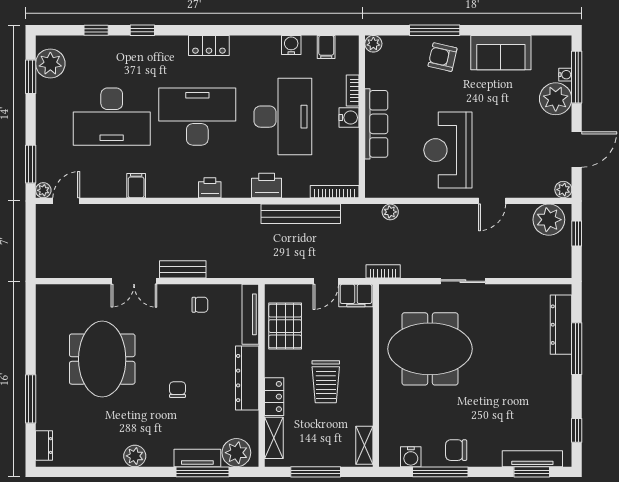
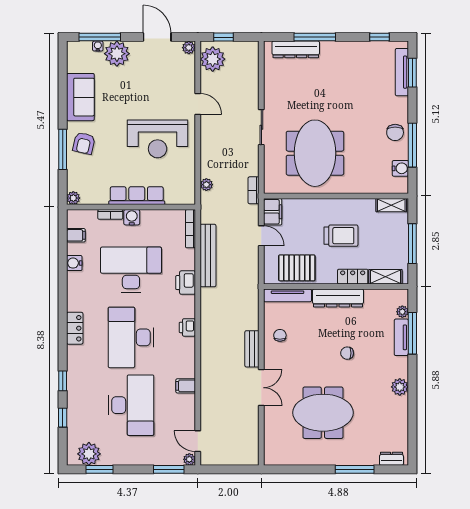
plant: (236, 453) -> (402, 312), width x0.53, depth x0.53

